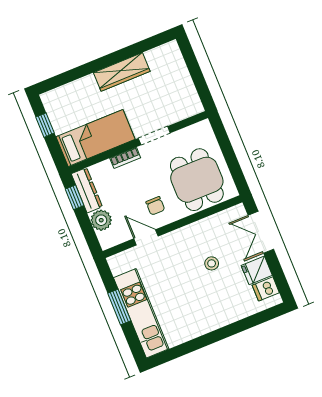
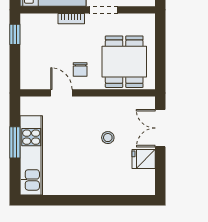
dresser: (87, 190) -> (28, 33), removed
plant: (101, 220) -> (29, 63), removed
dishwasher: (266, 289) -> (145, 178), removed

